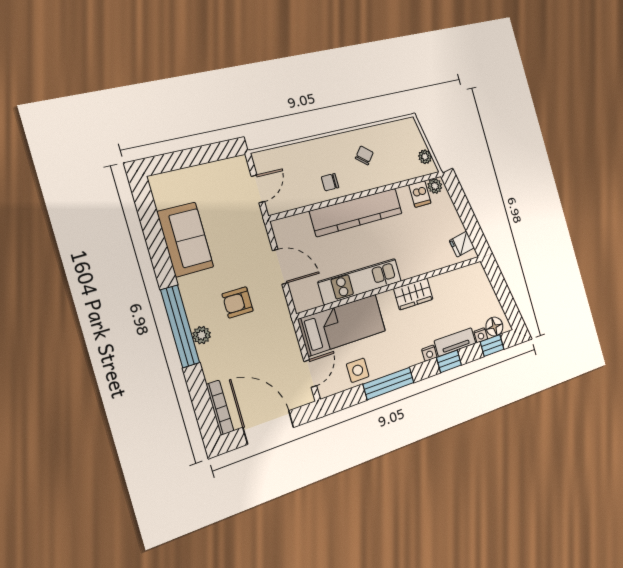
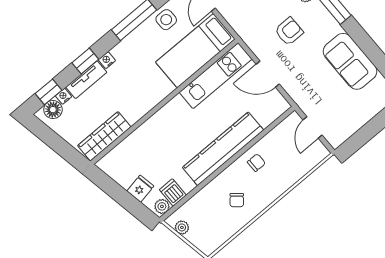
fridge: (462, 244) -> (140, 189), moved
kitchen unit: (360, 281) -> (216, 76), moved
wardrobe: (413, 294) -> (104, 136), moved, width x1.50

